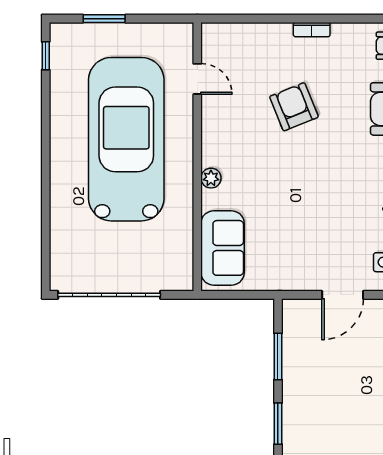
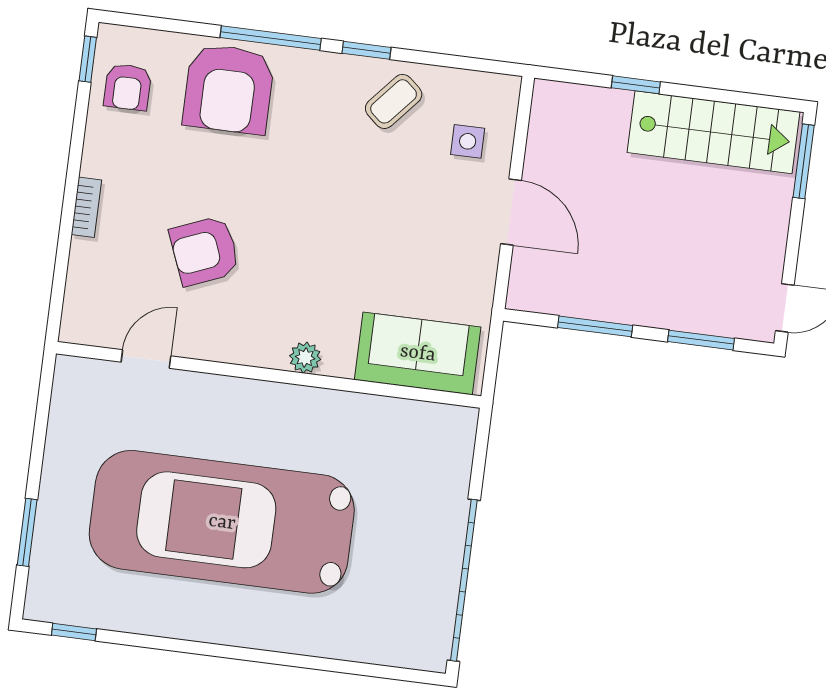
door: (197, 79) -> (146, 359), moved
wall: (197, 157) -> (269, 375), moved
plant: (211, 178) -> (305, 358), moved
sofa: (223, 248) -> (418, 353), moved

